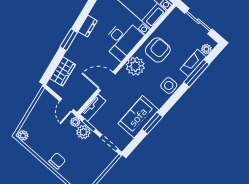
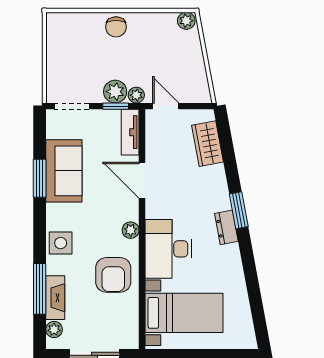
window: (69, 40) -> (239, 210), moved
plant: (135, 66) -> (131, 230), width x0.53, depth x0.53
door: (107, 81) -> (142, 180), swing flipped

